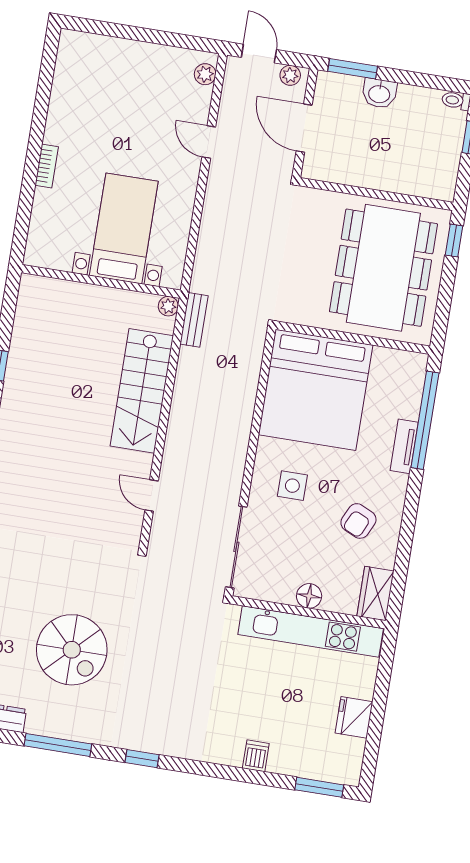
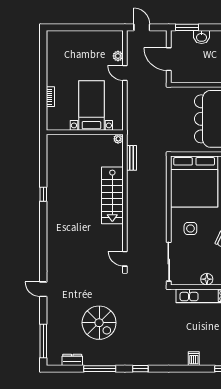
plant: (205, 74) -> (118, 56), moved
plant: (290, 75) -> (158, 35), removed
bed with nightstands: (124, 228) -> (91, 106), moved
wall: (101, 281) -> (85, 132), moved
plant: (168, 306) -> (118, 139), moved
door: (152, 496) -> (125, 259), moved

